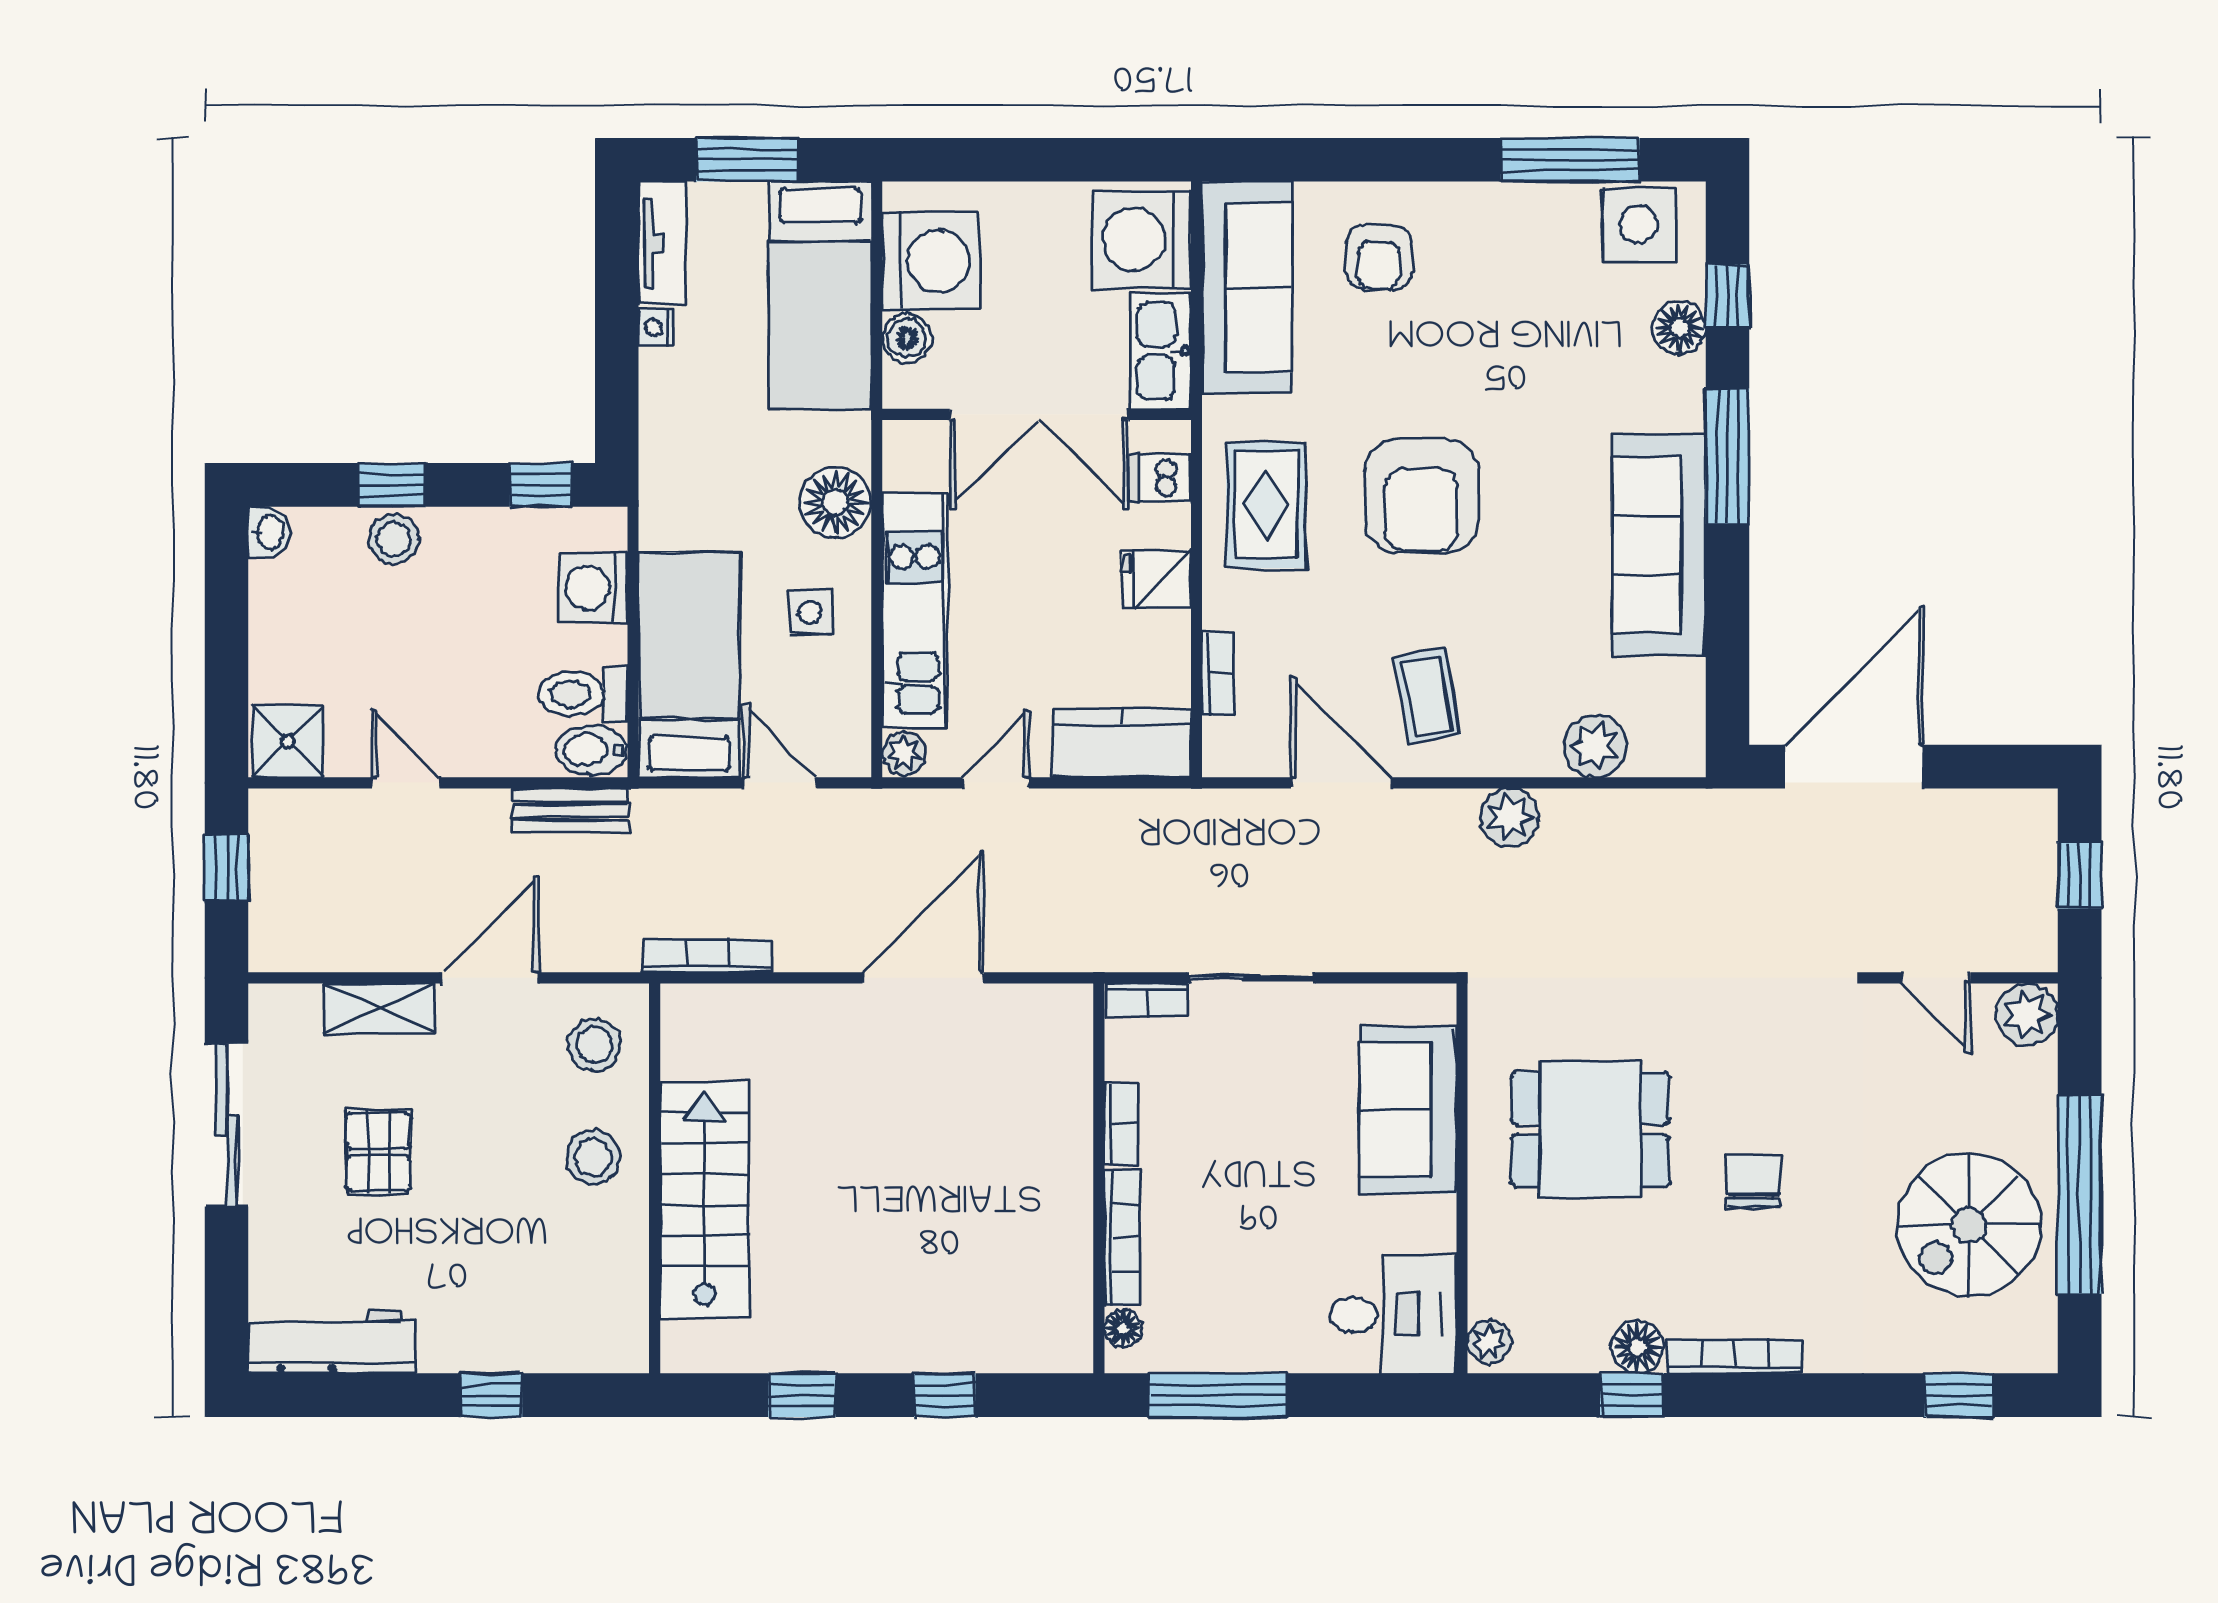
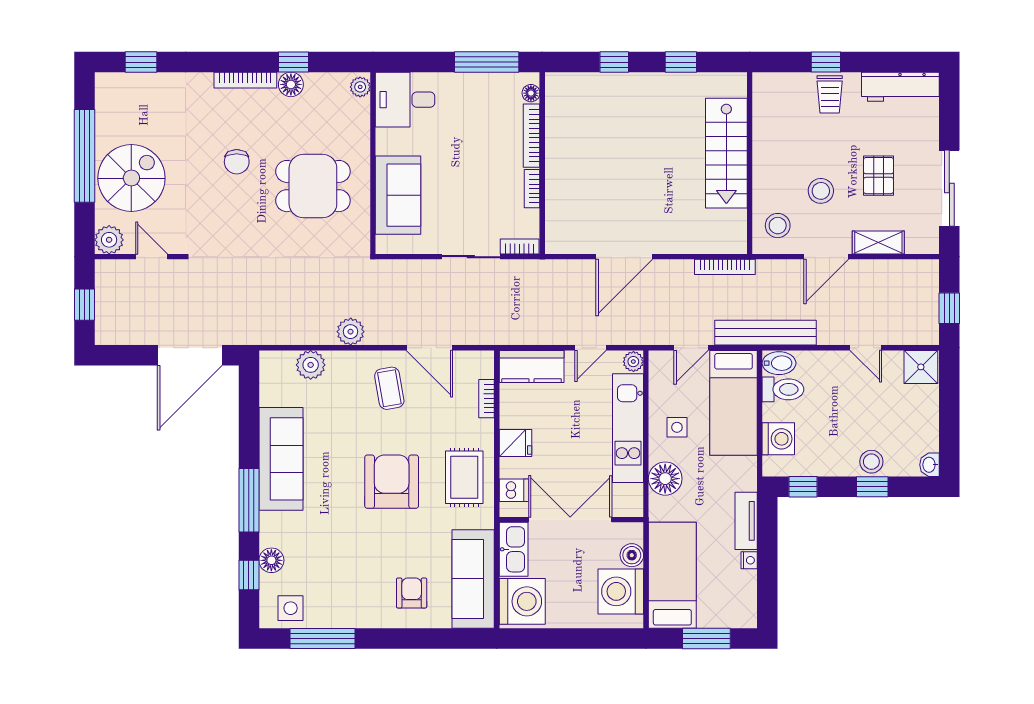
side table: (1638, 225) -> (291, 608), width x0.73, depth x0.73
tv unit: (662, 243) -> (746, 521), moved
door: (780, 783) -> (691, 348), hinge flipped
bench: (570, 810) -> (765, 333), width x1.86, depth x1.21
stool: (593, 1157) -> (821, 191), moved
spiral stairs: (1969, 1225) -> (131, 178), moved
trolley: (483, 1326) -> (830, 94), added

